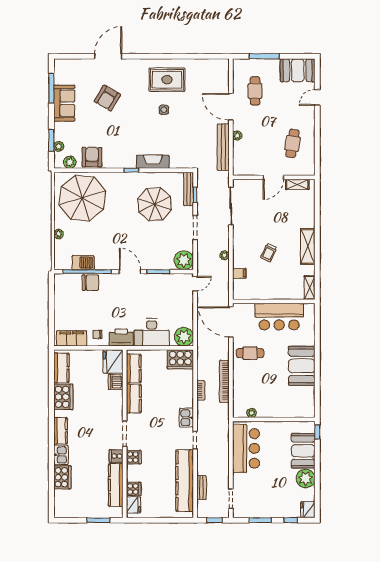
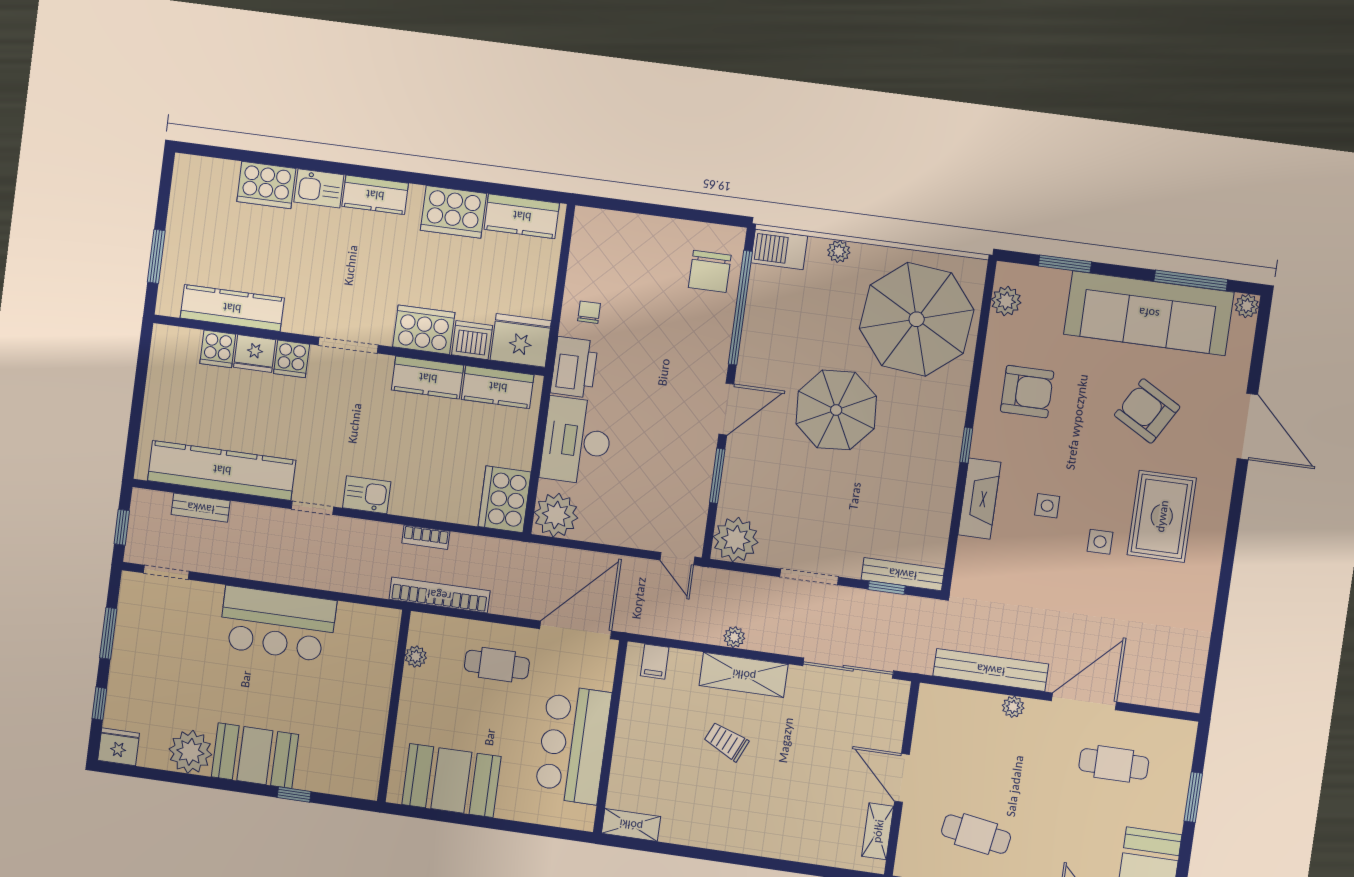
window: (264, 56) -> (1193, 797), width x0.69
rug: (167, 80) -> (1162, 516), moved
sofa: (64, 103) -> (1149, 313), width x1.85, depth x1.27
side table: (152, 133) -> (1047, 506), added
plant: (59, 146) -> (1247, 306), moved
armchair: (92, 157) -> (1027, 392), moved
parasol: (155, 204) -> (836, 410), moved
shelving: (308, 246) -> (744, 675), moved
barbecue: (83, 263) -> (779, 249), moved, turned 90
filing cabinet: (239, 273) -> (655, 662), moved
chair: (90, 283) -> (710, 271), moved
filing cabinet: (72, 338) -> (588, 250), removed
cafe table: (250, 353) -> (497, 665), turned 90
plant: (252, 413) -> (416, 657), moved
wall: (274, 419) -> (394, 706), moved
cooker: (116, 456) -> (424, 330), moved, width x1.87, depth x1.31
fridge: (134, 505) -> (255, 353), moved

